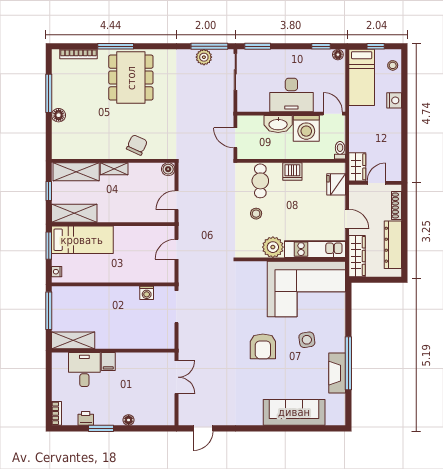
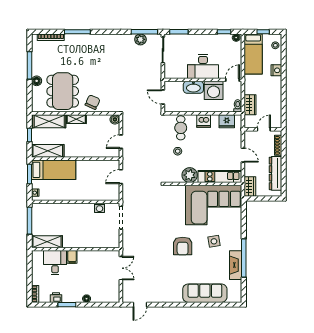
dining table: (131, 78) -> (63, 91), moved
door: (333, 114) -> (232, 80), hinge flipped
wardrobe: (357, 167) -> (250, 105), moved
fridge: (336, 184) -> (227, 121), moved, turned -90
wardrobe: (357, 256) -> (250, 186), width x0.67

